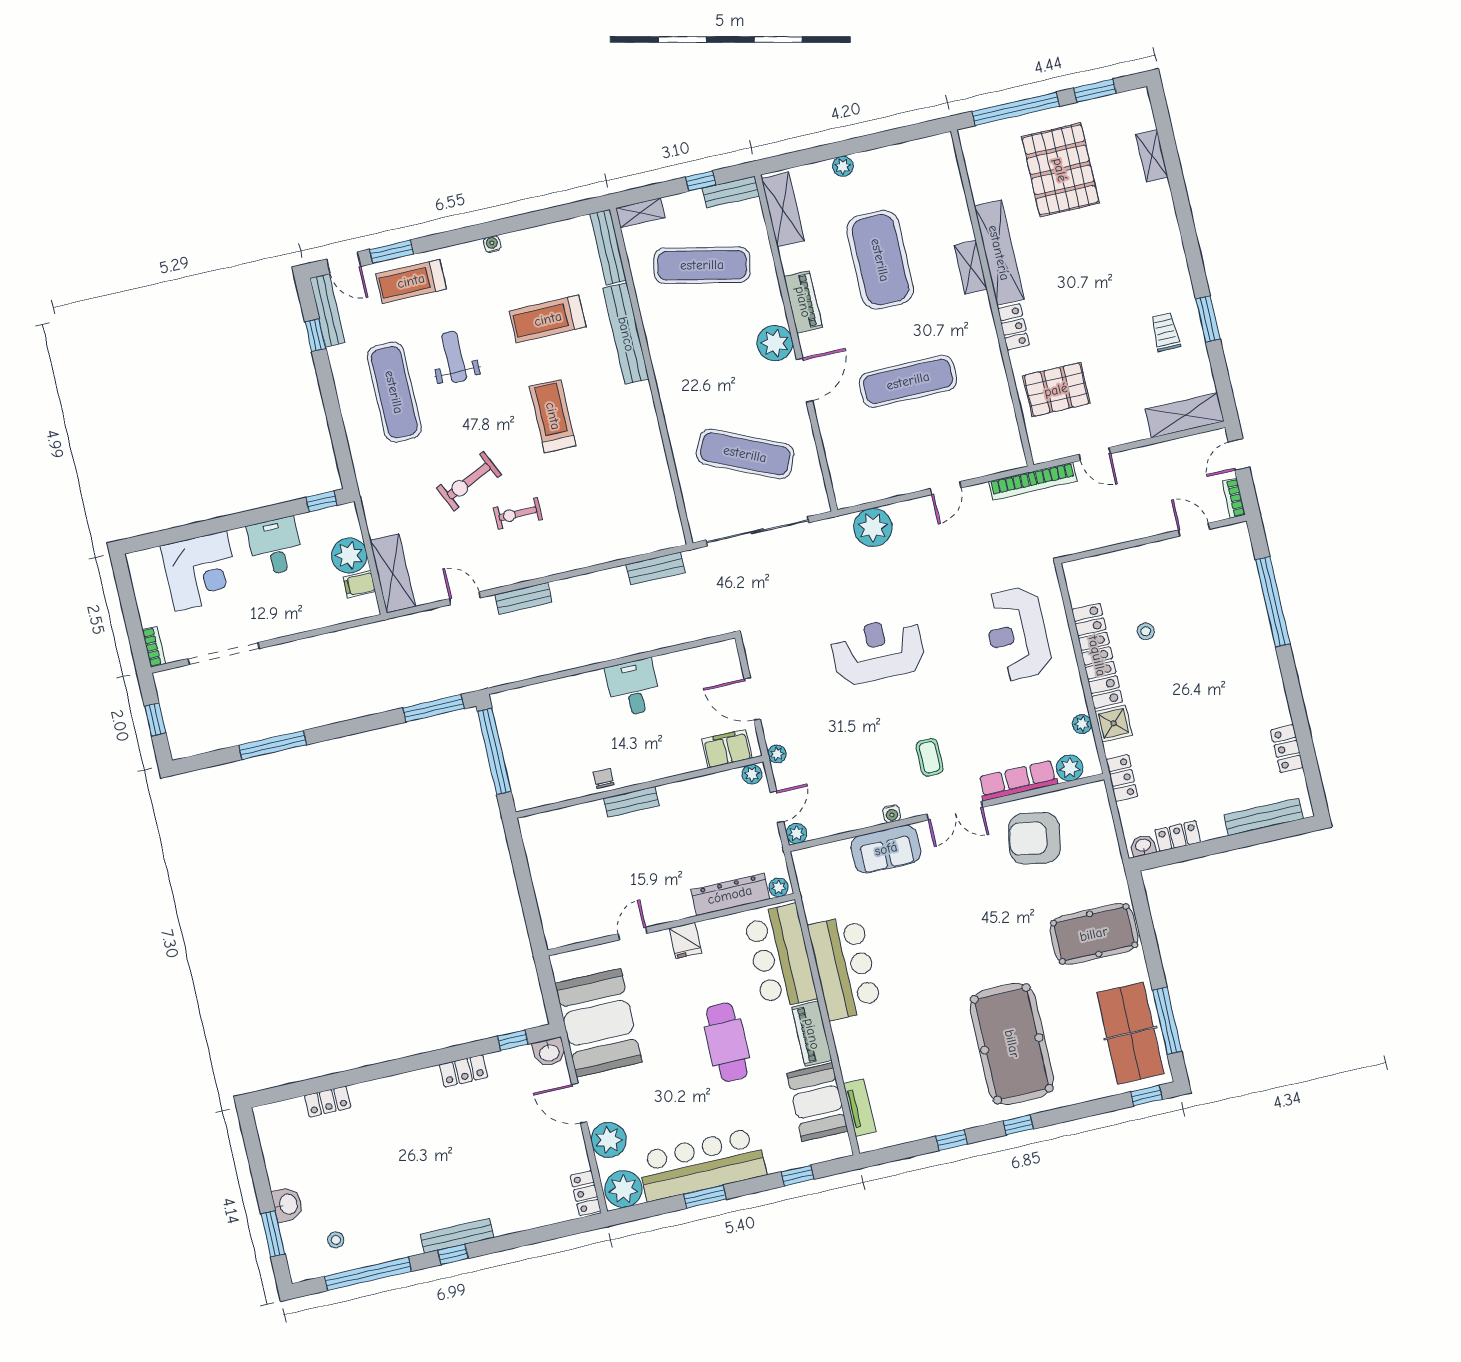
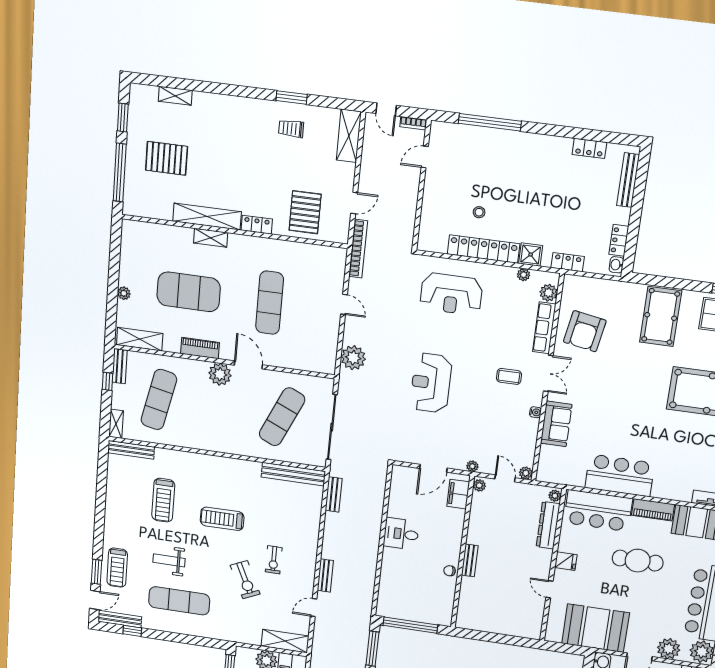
pallet: (1060, 170) -> (167, 158), width x0.73, depth x0.71
water cooler: (492, 244) -> (109, 515), removed
bench: (626, 334) -> (293, 474), moved

